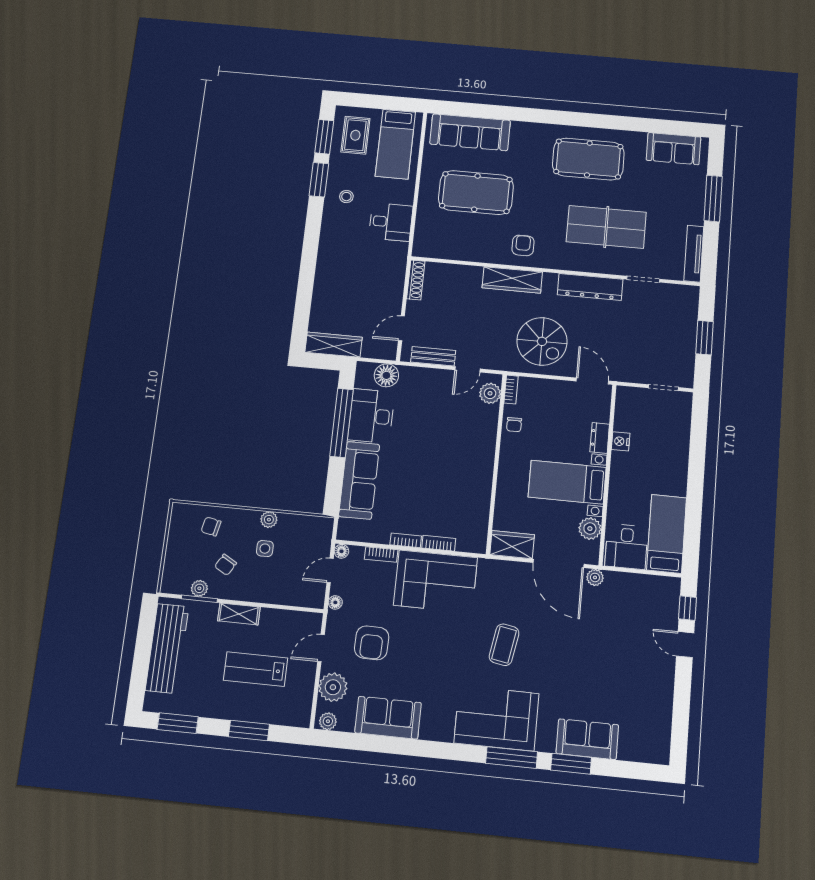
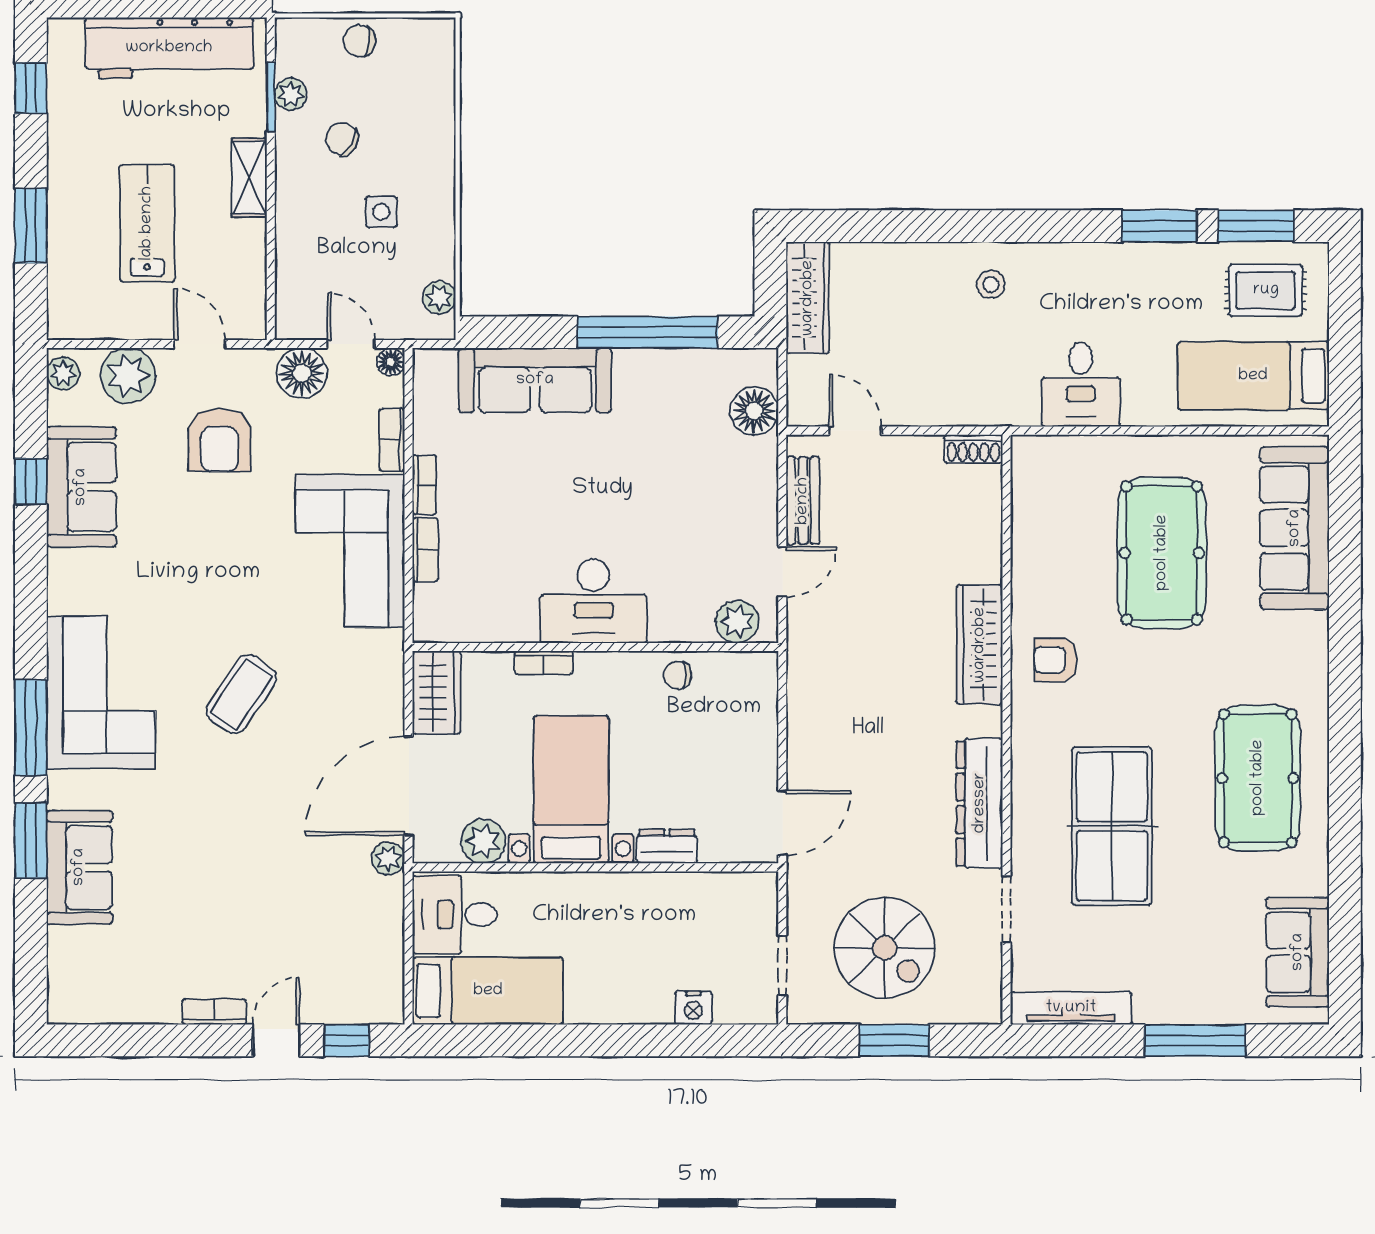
stool: (346, 197) -> (991, 284), moved
armchair: (523, 245) -> (1056, 660), turned 180
shoe rack: (416, 280) -> (973, 449), width x0.70
spiral stairs: (542, 341) -> (885, 948), moved, turned -90
door: (467, 369) -> (782, 572), swing flipped
bookcase: (511, 390) -> (544, 663), moved
desk: (371, 416) -> (593, 601), moved, turned 180
nightstand: (621, 441) -> (693, 1008), moved, turned 180
plant: (269, 520) -> (439, 298), moved
chair: (211, 526) -> (360, 41), moved, turned -97
floor lamp: (335, 602) -> (302, 373), width x1.89, depth x1.89
armchair: (372, 643) -> (219, 440), turned -91
coffee table: (504, 645) -> (241, 694), turned -66
bookcase: (668, 675) -> (214, 1012), added
window: (178, 723) -> (31, 88), width x0.67
window: (382, 744) -> (31, 482), added

